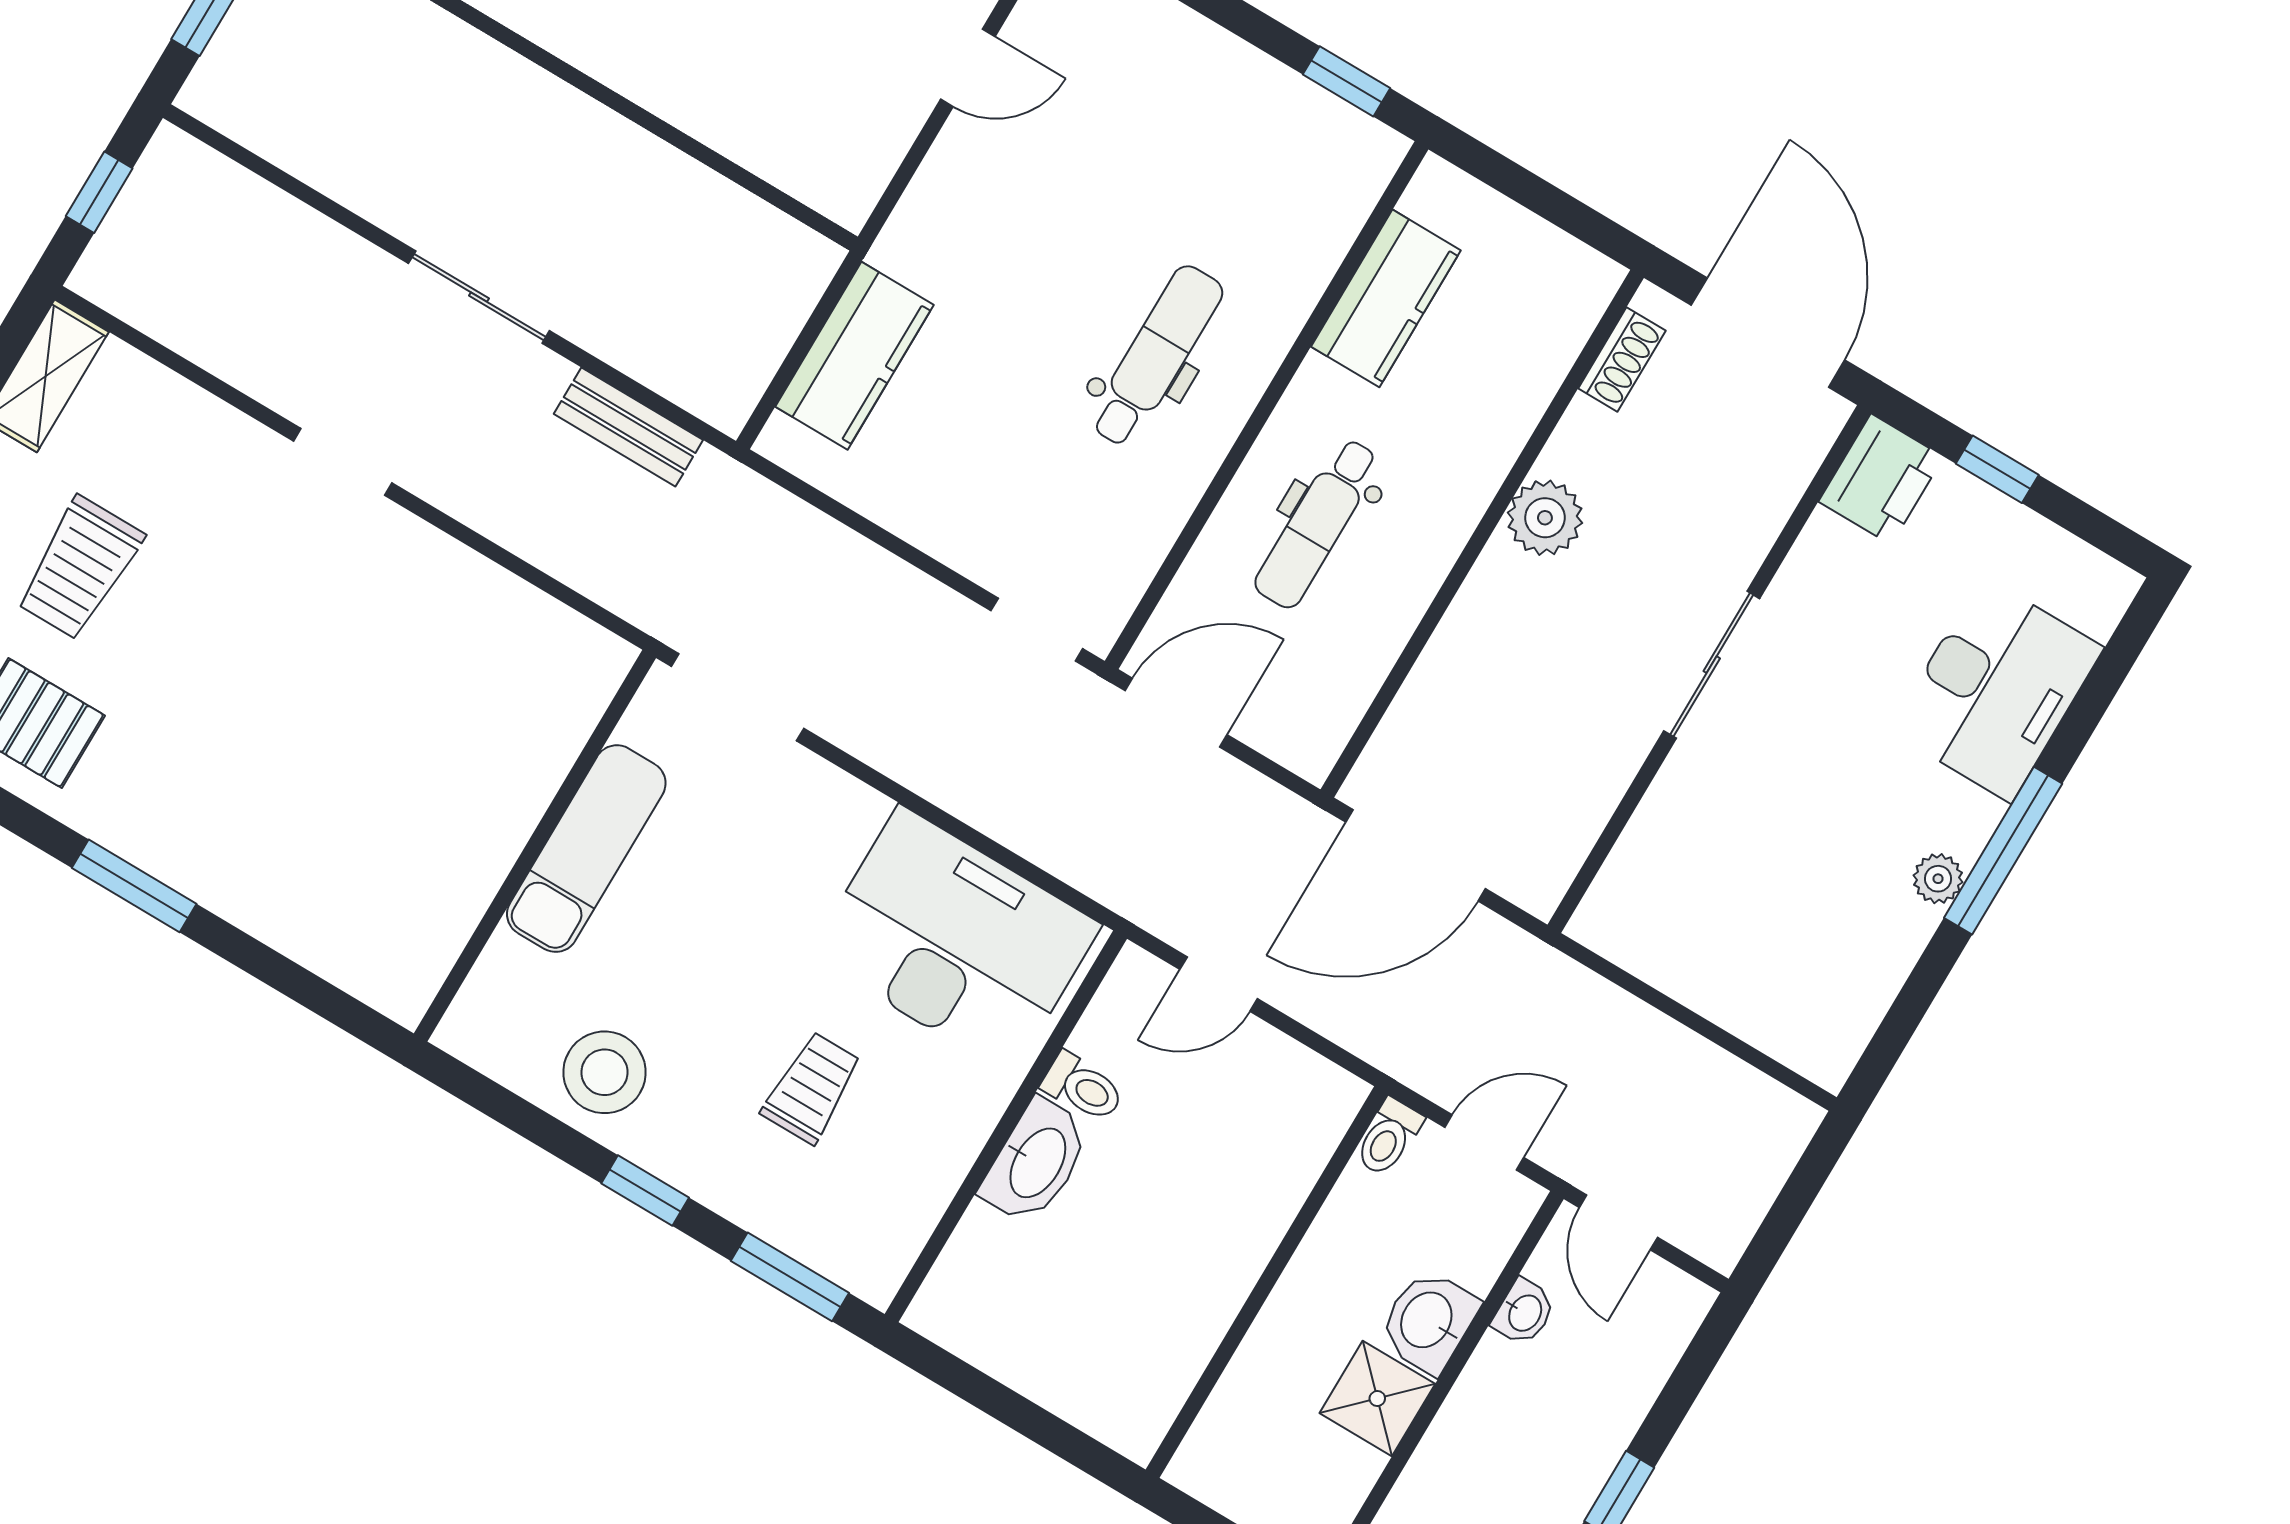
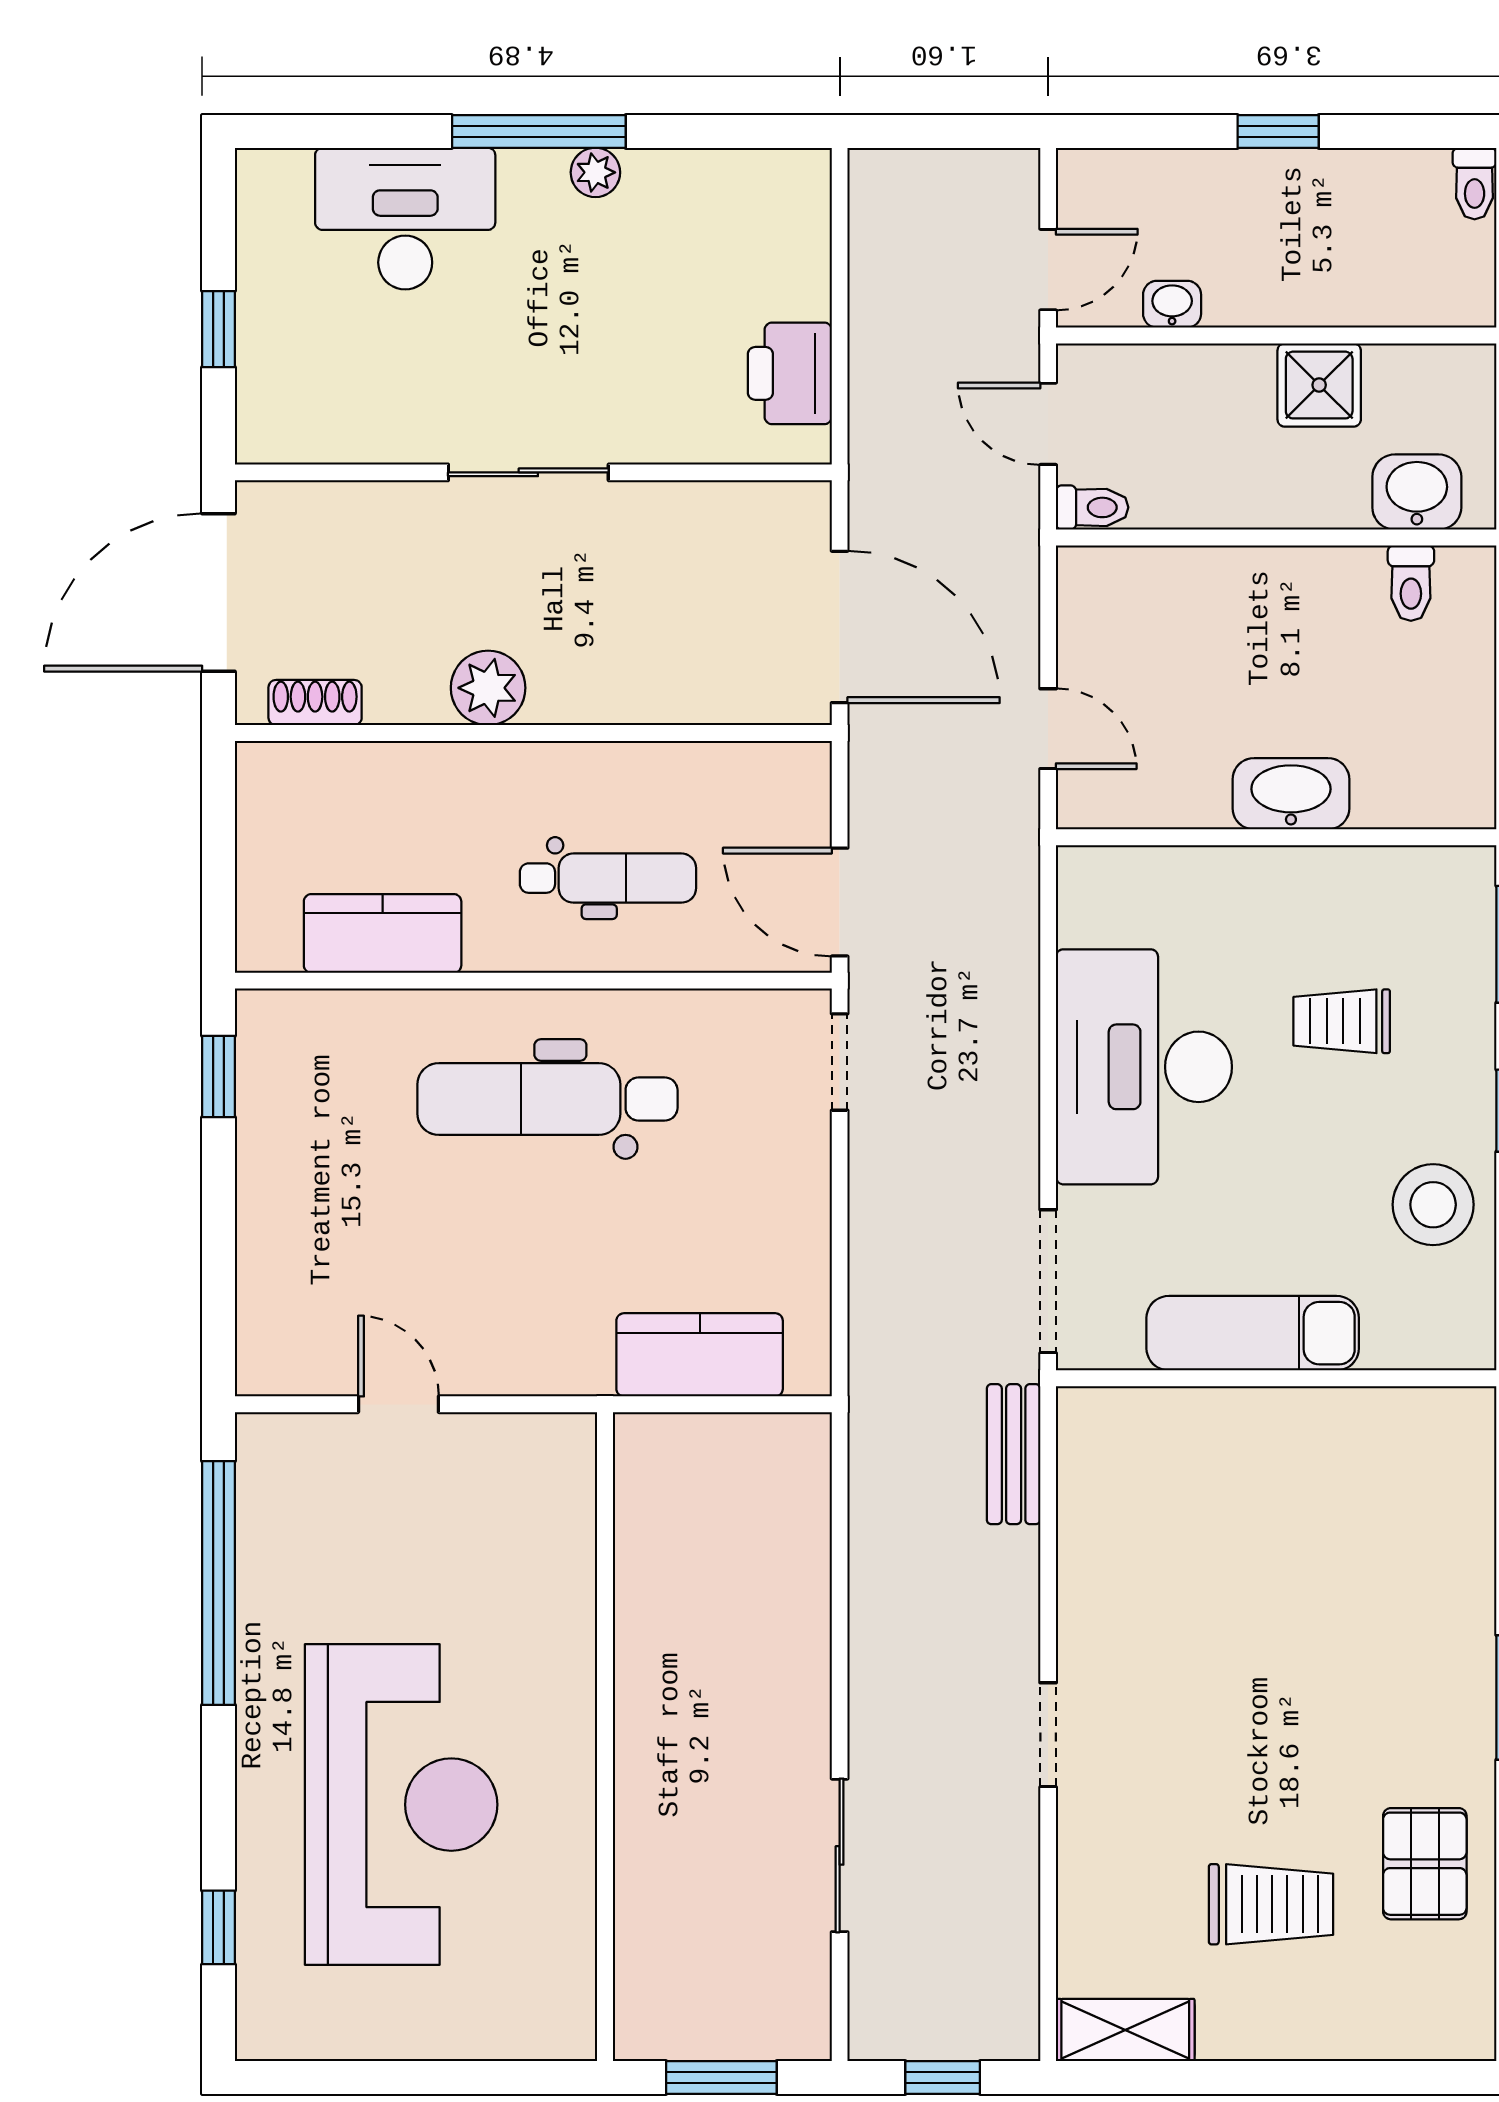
sliding door: (479, 297) -> (840, 1855), moved
dental chair: (1156, 356) -> (547, 1099), width x1.36, depth x1.38
bench: (628, 427) -> (1014, 1454), moved
printer: (1881, 479) -> (790, 373), moved, turned -90
desk: (955, 940) -> (1144, 1067), moved
toilet: (1083, 1087) -> (1411, 583), moved, turned 180
washbasin: (1428, 1321) -> (1417, 492), moved, turned 180

